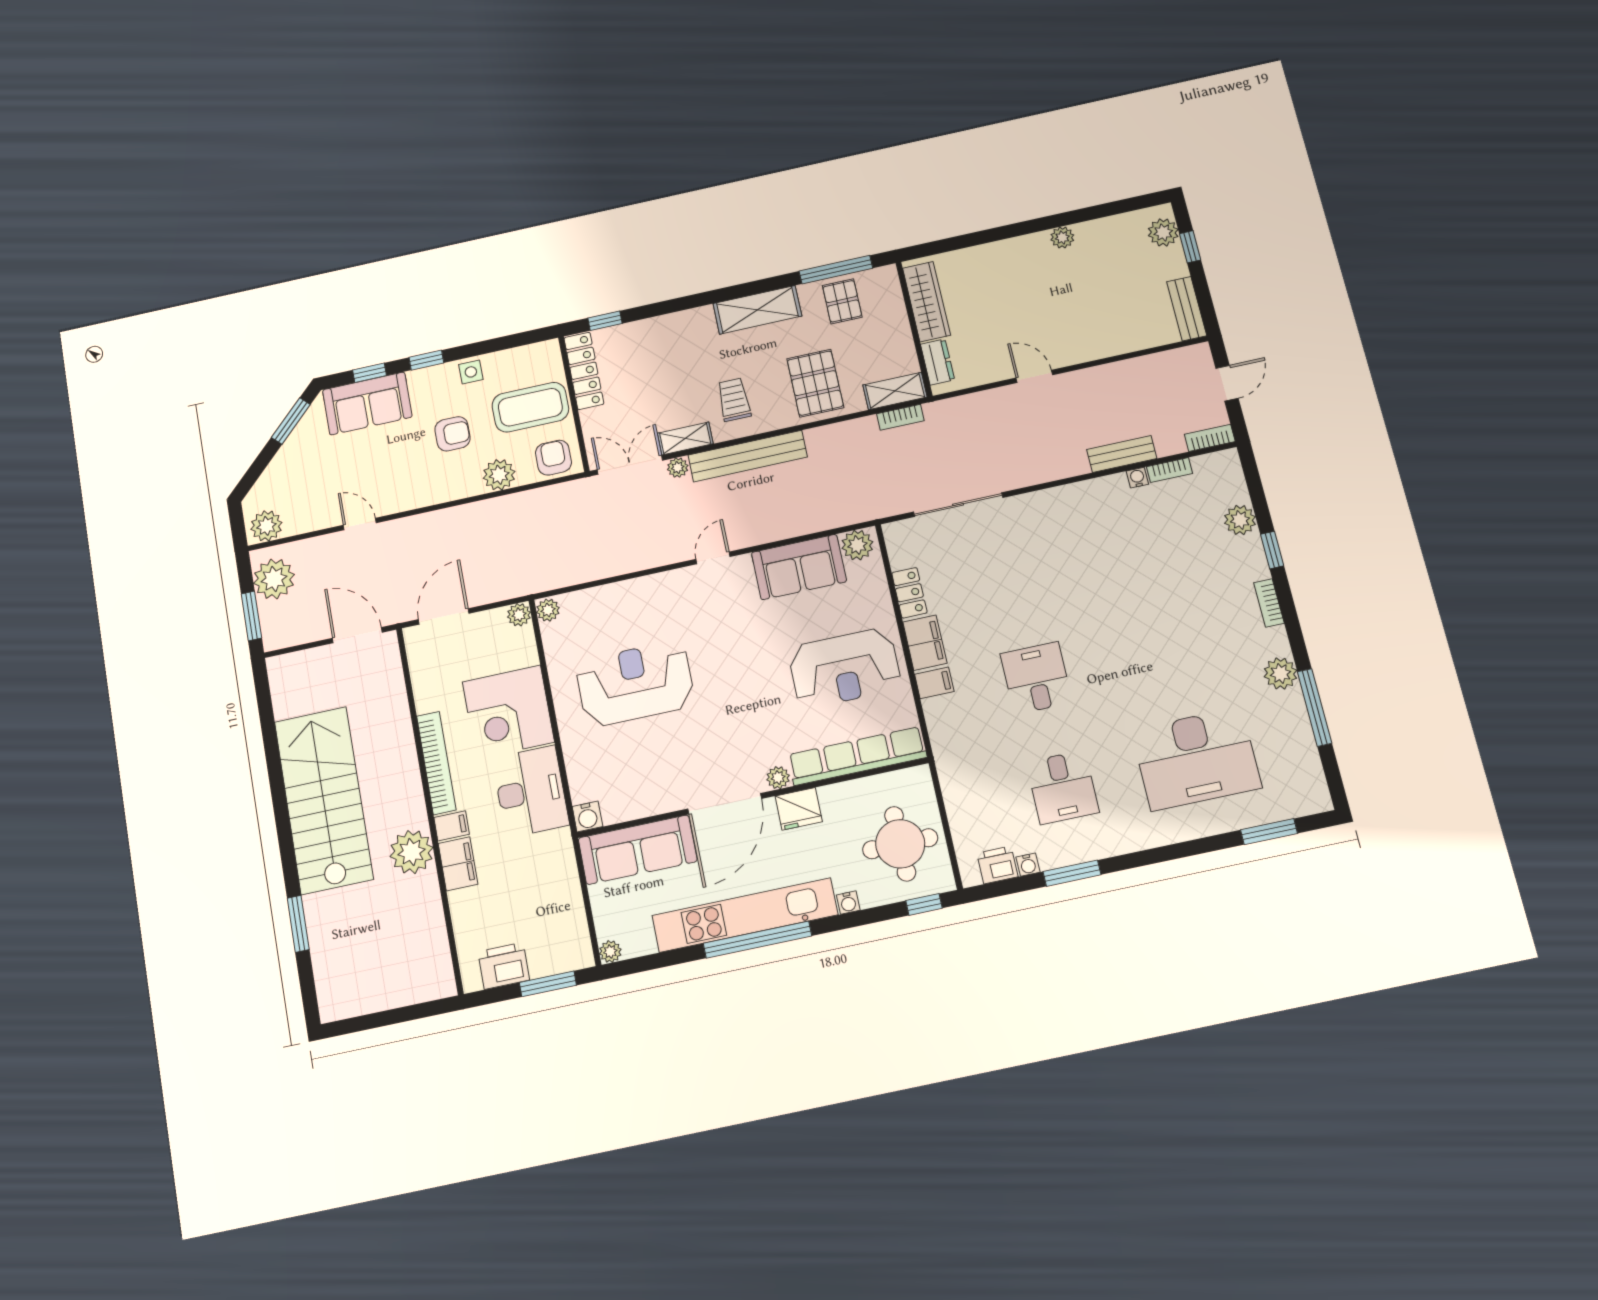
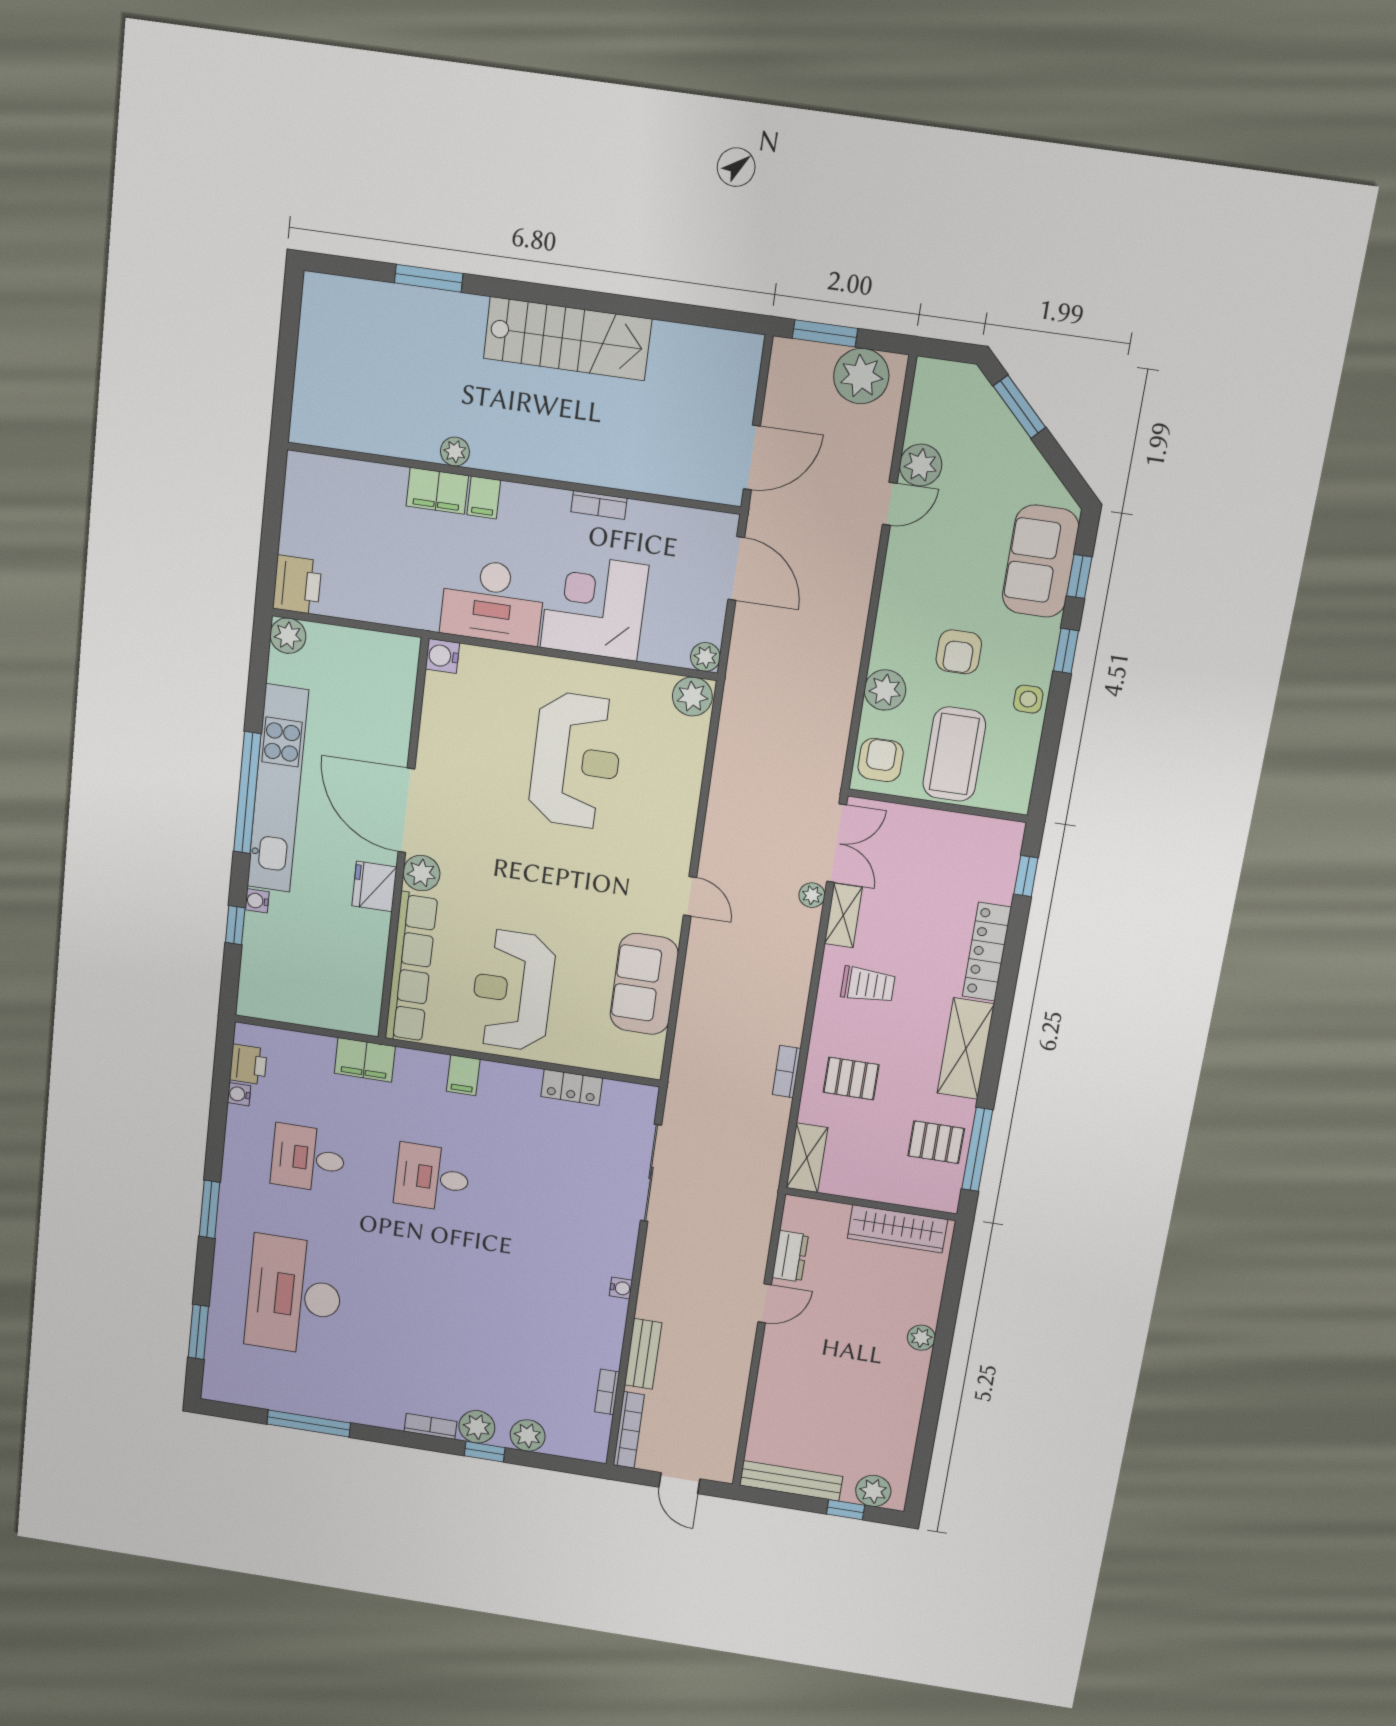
plant: (1062, 237) -> (921, 1338), moved
bench: (1187, 309) -> (791, 1481), width x1.36
dresser: (938, 362) -> (790, 1256), moved, turned -90
locker: (584, 371) -> (987, 952), moved, turned 90
pallet: (815, 383) -> (851, 1079), width x0.67, depth x0.71
bookcase: (900, 417) -> (787, 1072), moved
window: (291, 421) -> (1019, 407), moved
bookcase: (1210, 438) -> (629, 1430), width x1.56
bench: (748, 456) -> (795, 976), removed
armchair: (553, 458) -> (881, 760), turned -90
water cooler: (1137, 478) -> (621, 1288), moved
plant: (266, 526) -> (921, 465), moved
plant: (857, 545) -> (646, 1054), removed
plant: (548, 610) -> (692, 696), width x1.38, depth x1.38
filing cabinet: (925, 643) -> (365, 1060), moved
plant: (1280, 674) -> (477, 1427), moved
desk: (1036, 678) -> (432, 1178), turned 180
bookcase: (436, 763) -> (599, 505), width x0.43, depth x0.76
plant: (778, 778) -> (421, 873), width x1.38, depth x1.38
stairs: (324, 800) -> (567, 339), width x0.73, depth x0.66
round table: (900, 844) -> (302, 977), removed
sofa: (638, 850) -> (387, 699), removed
plant: (411, 852) -> (455, 452), width x0.53, depth x0.53
window: (1072, 873) -> (209, 1209), moved
window: (924, 904) -> (235, 925), moved
plant: (610, 952) -> (288, 636), width x1.38, depth x1.38
printer: (504, 966) -> (297, 585), moved
window: (548, 984) -> (269, 549), removed

